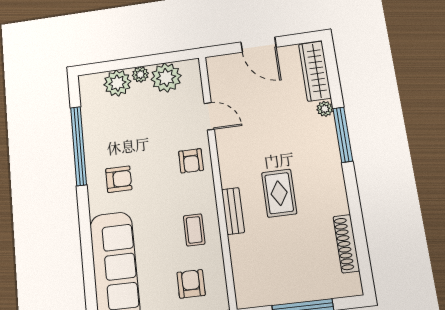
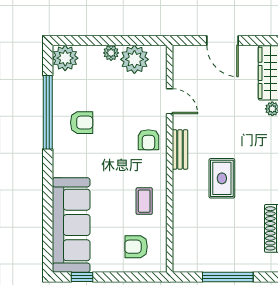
plant: (117, 83) -> (65, 58), moved
armchair: (119, 179) -> (82, 123), moved
bench: (233, 211) -> (180, 149), moved
armchair: (191, 284) -> (136, 247), turned -90

